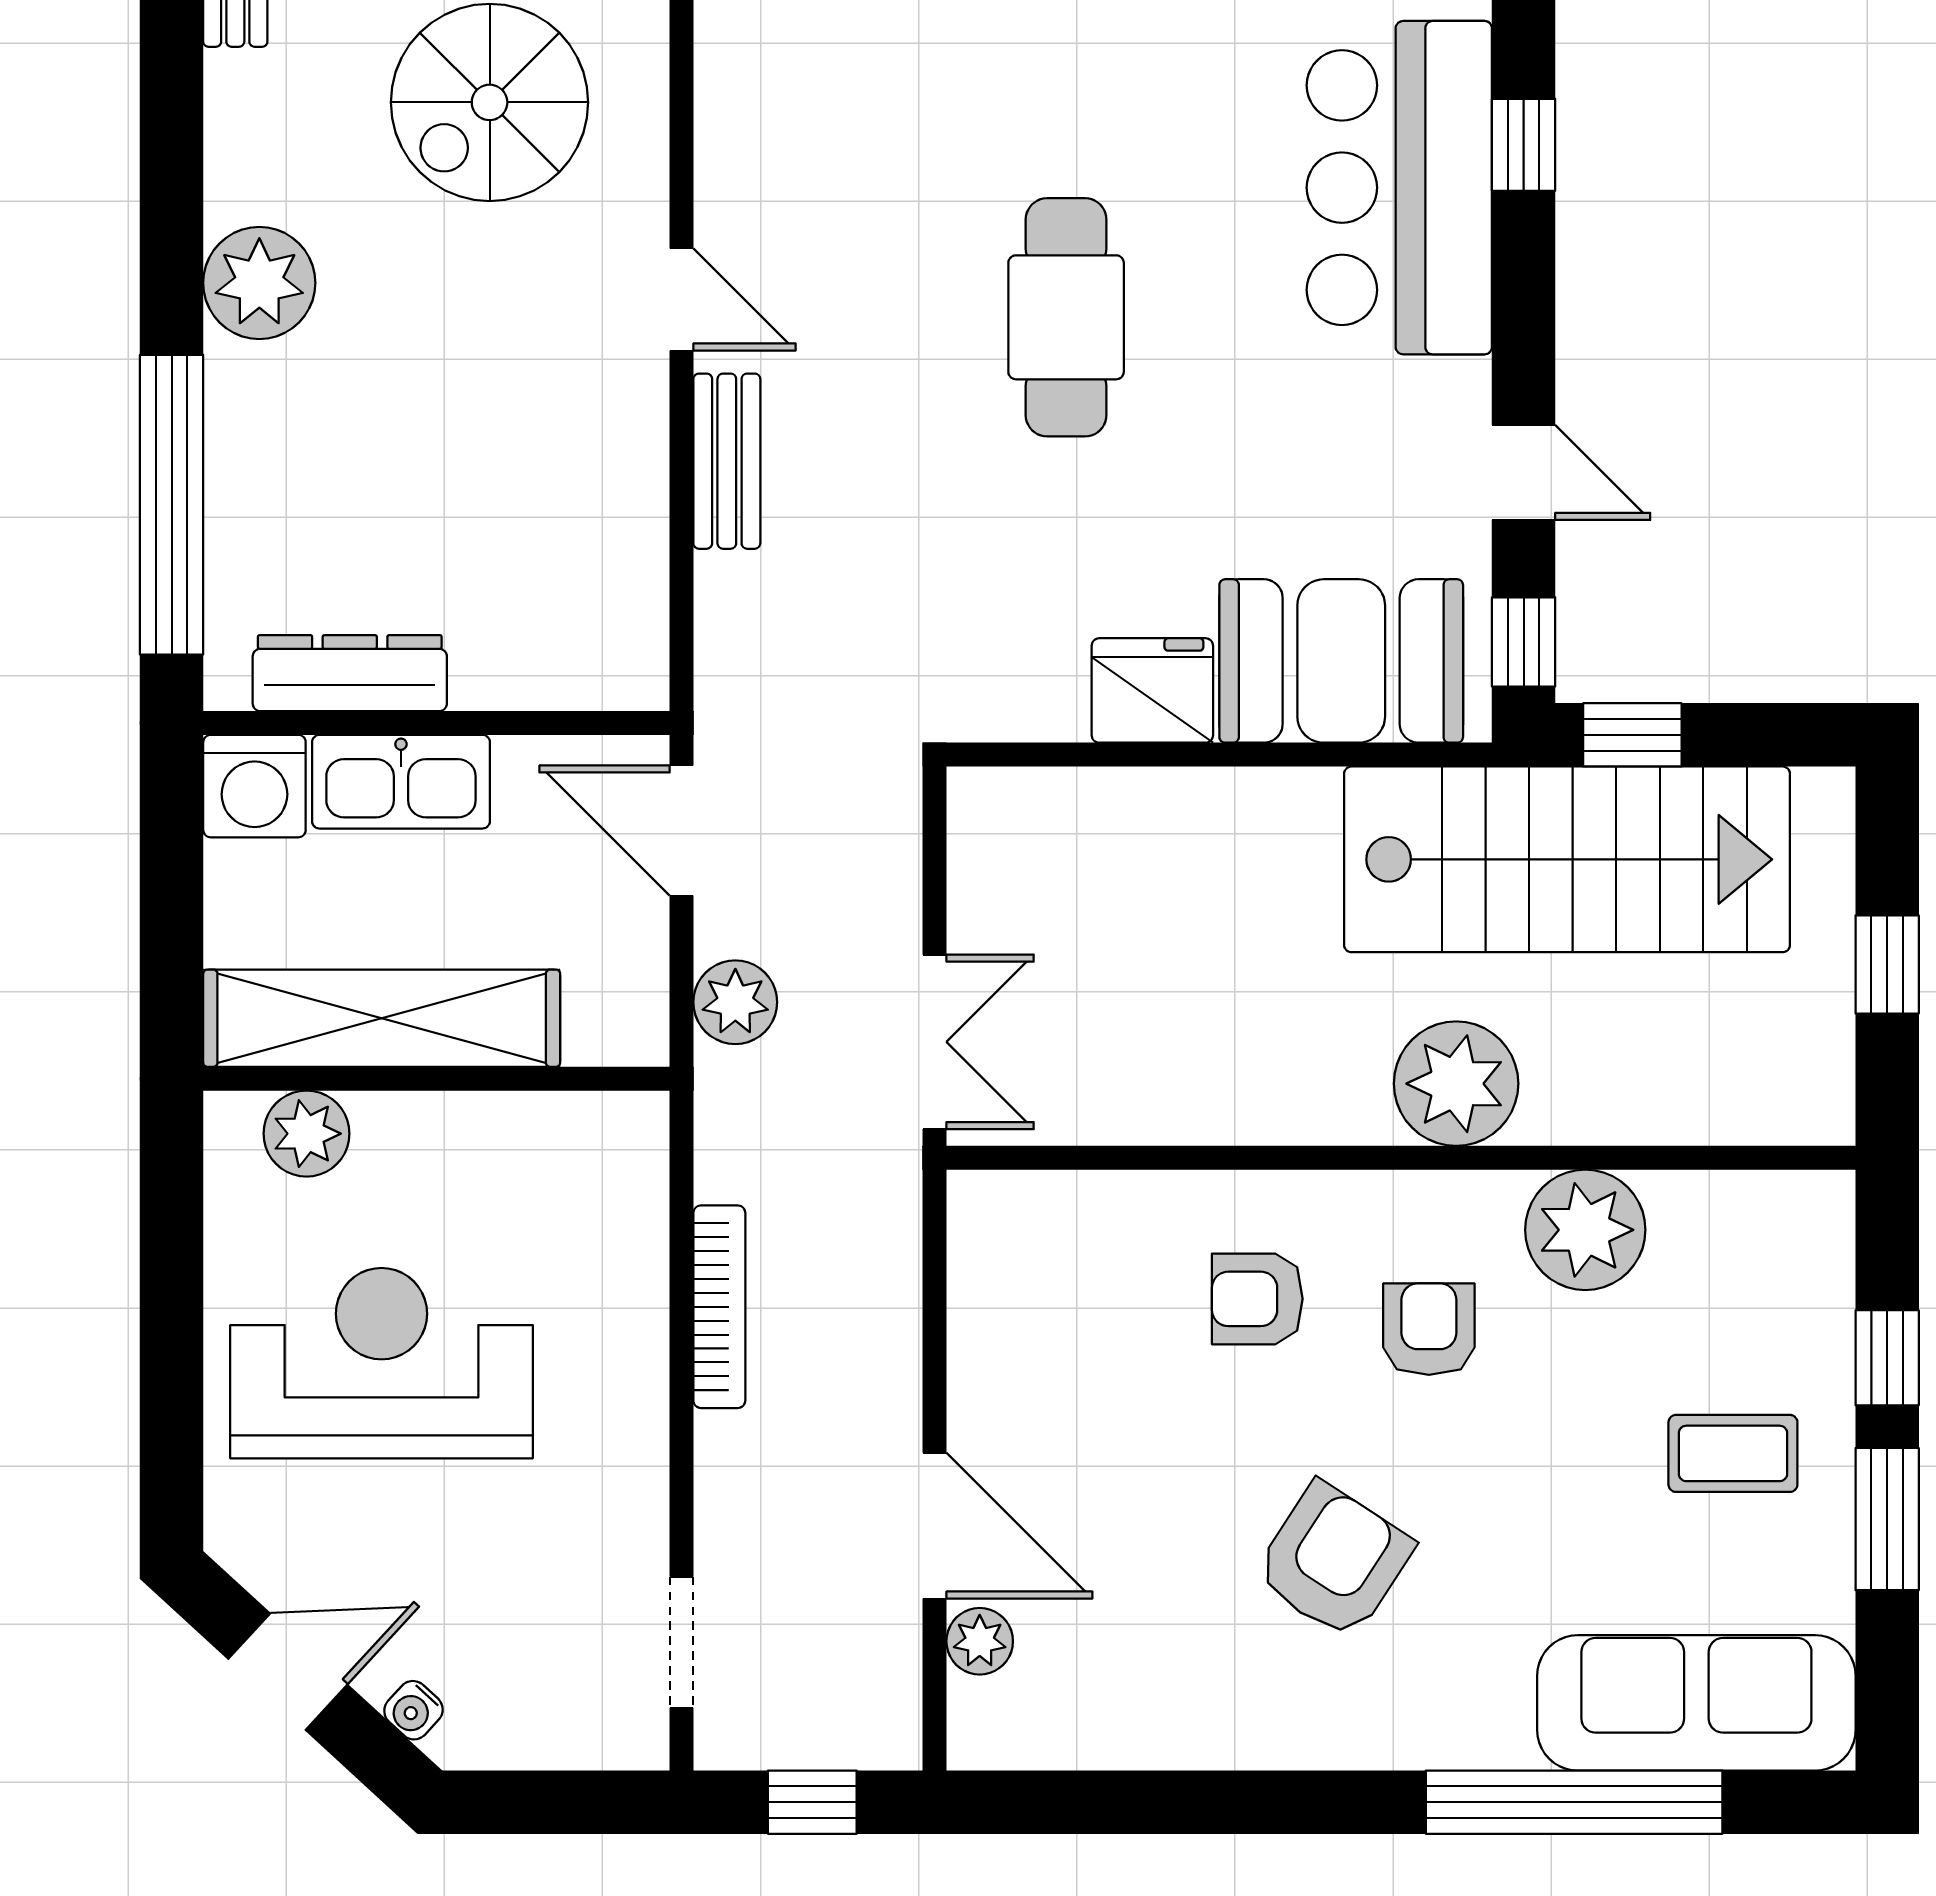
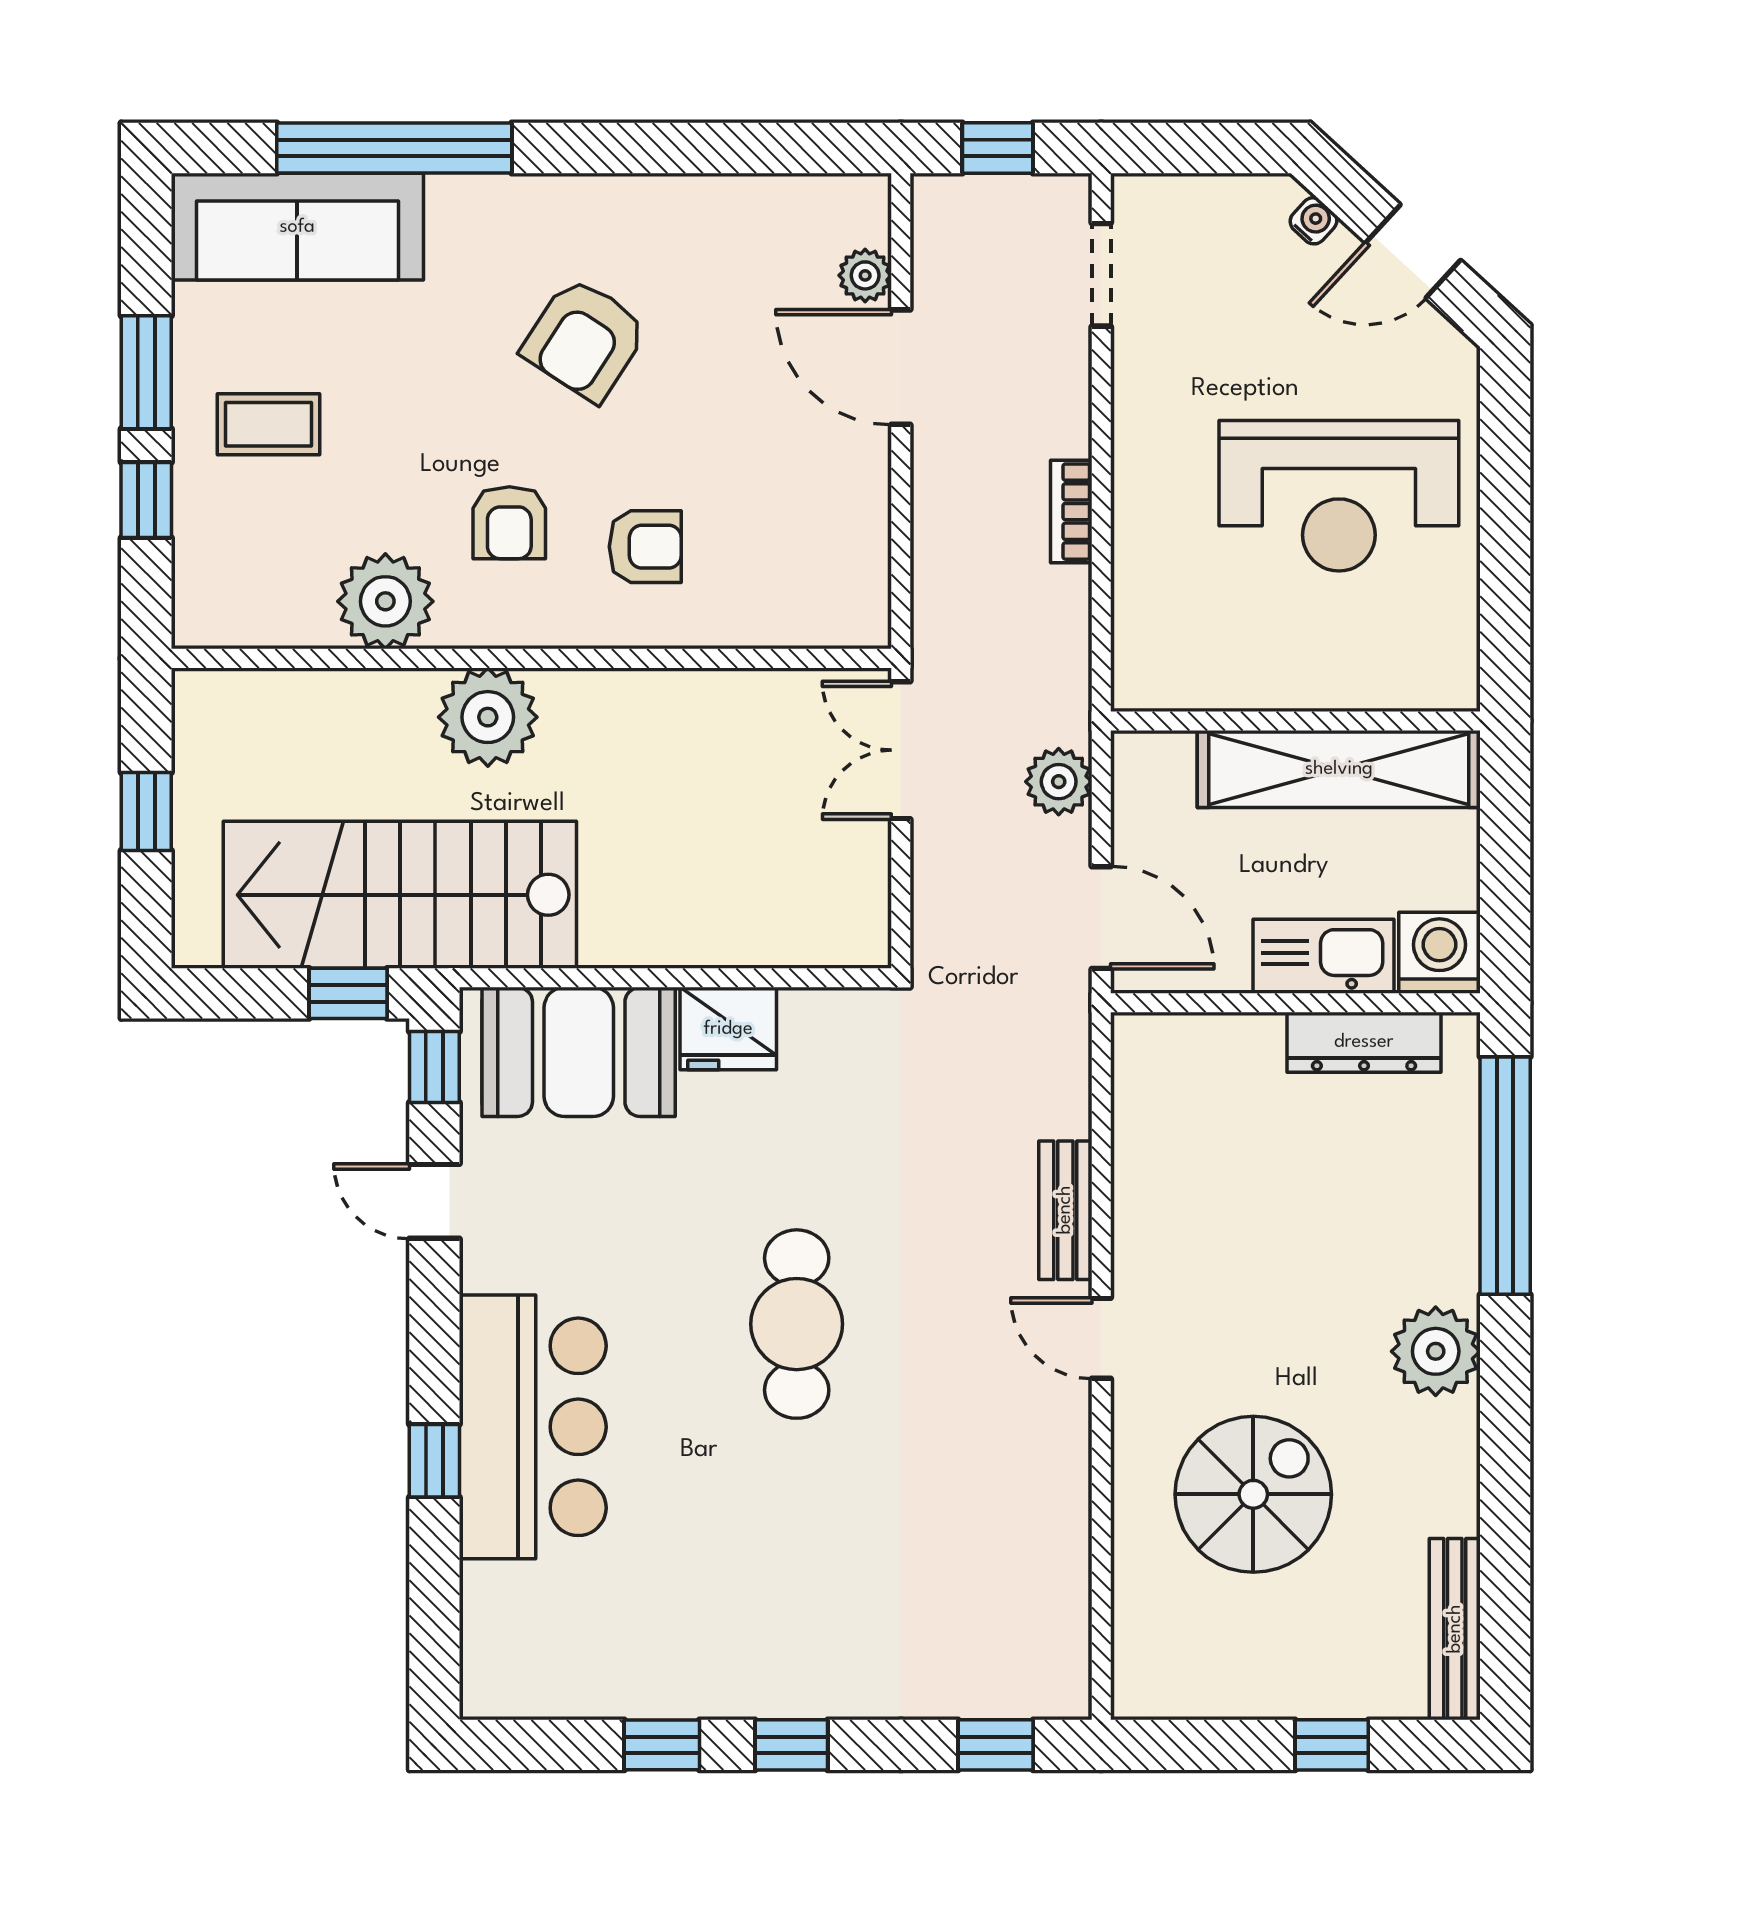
plant: (307, 1134) -> (1398, 678), removed
bookcase: (719, 1307) -> (1071, 512), width x0.64

